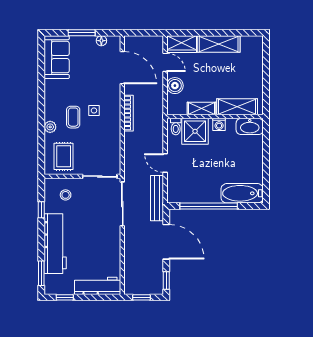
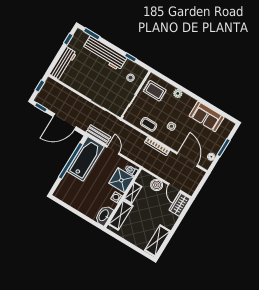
shelving: (219, 44) -> (157, 241), moved
sofa: (57, 57) -> (207, 116), moved
door: (165, 62) -> (174, 188), hinge flipped
door: (122, 68) -> (187, 159), swing flipped
coffee table: (73, 117) -> (149, 124), moved
door: (165, 163) -> (113, 150), hinge flipped
bathtub: (242, 193) -> (85, 159), moved, width x1.36, depth x1.36
bench: (157, 198) -> (98, 135), width x0.73

